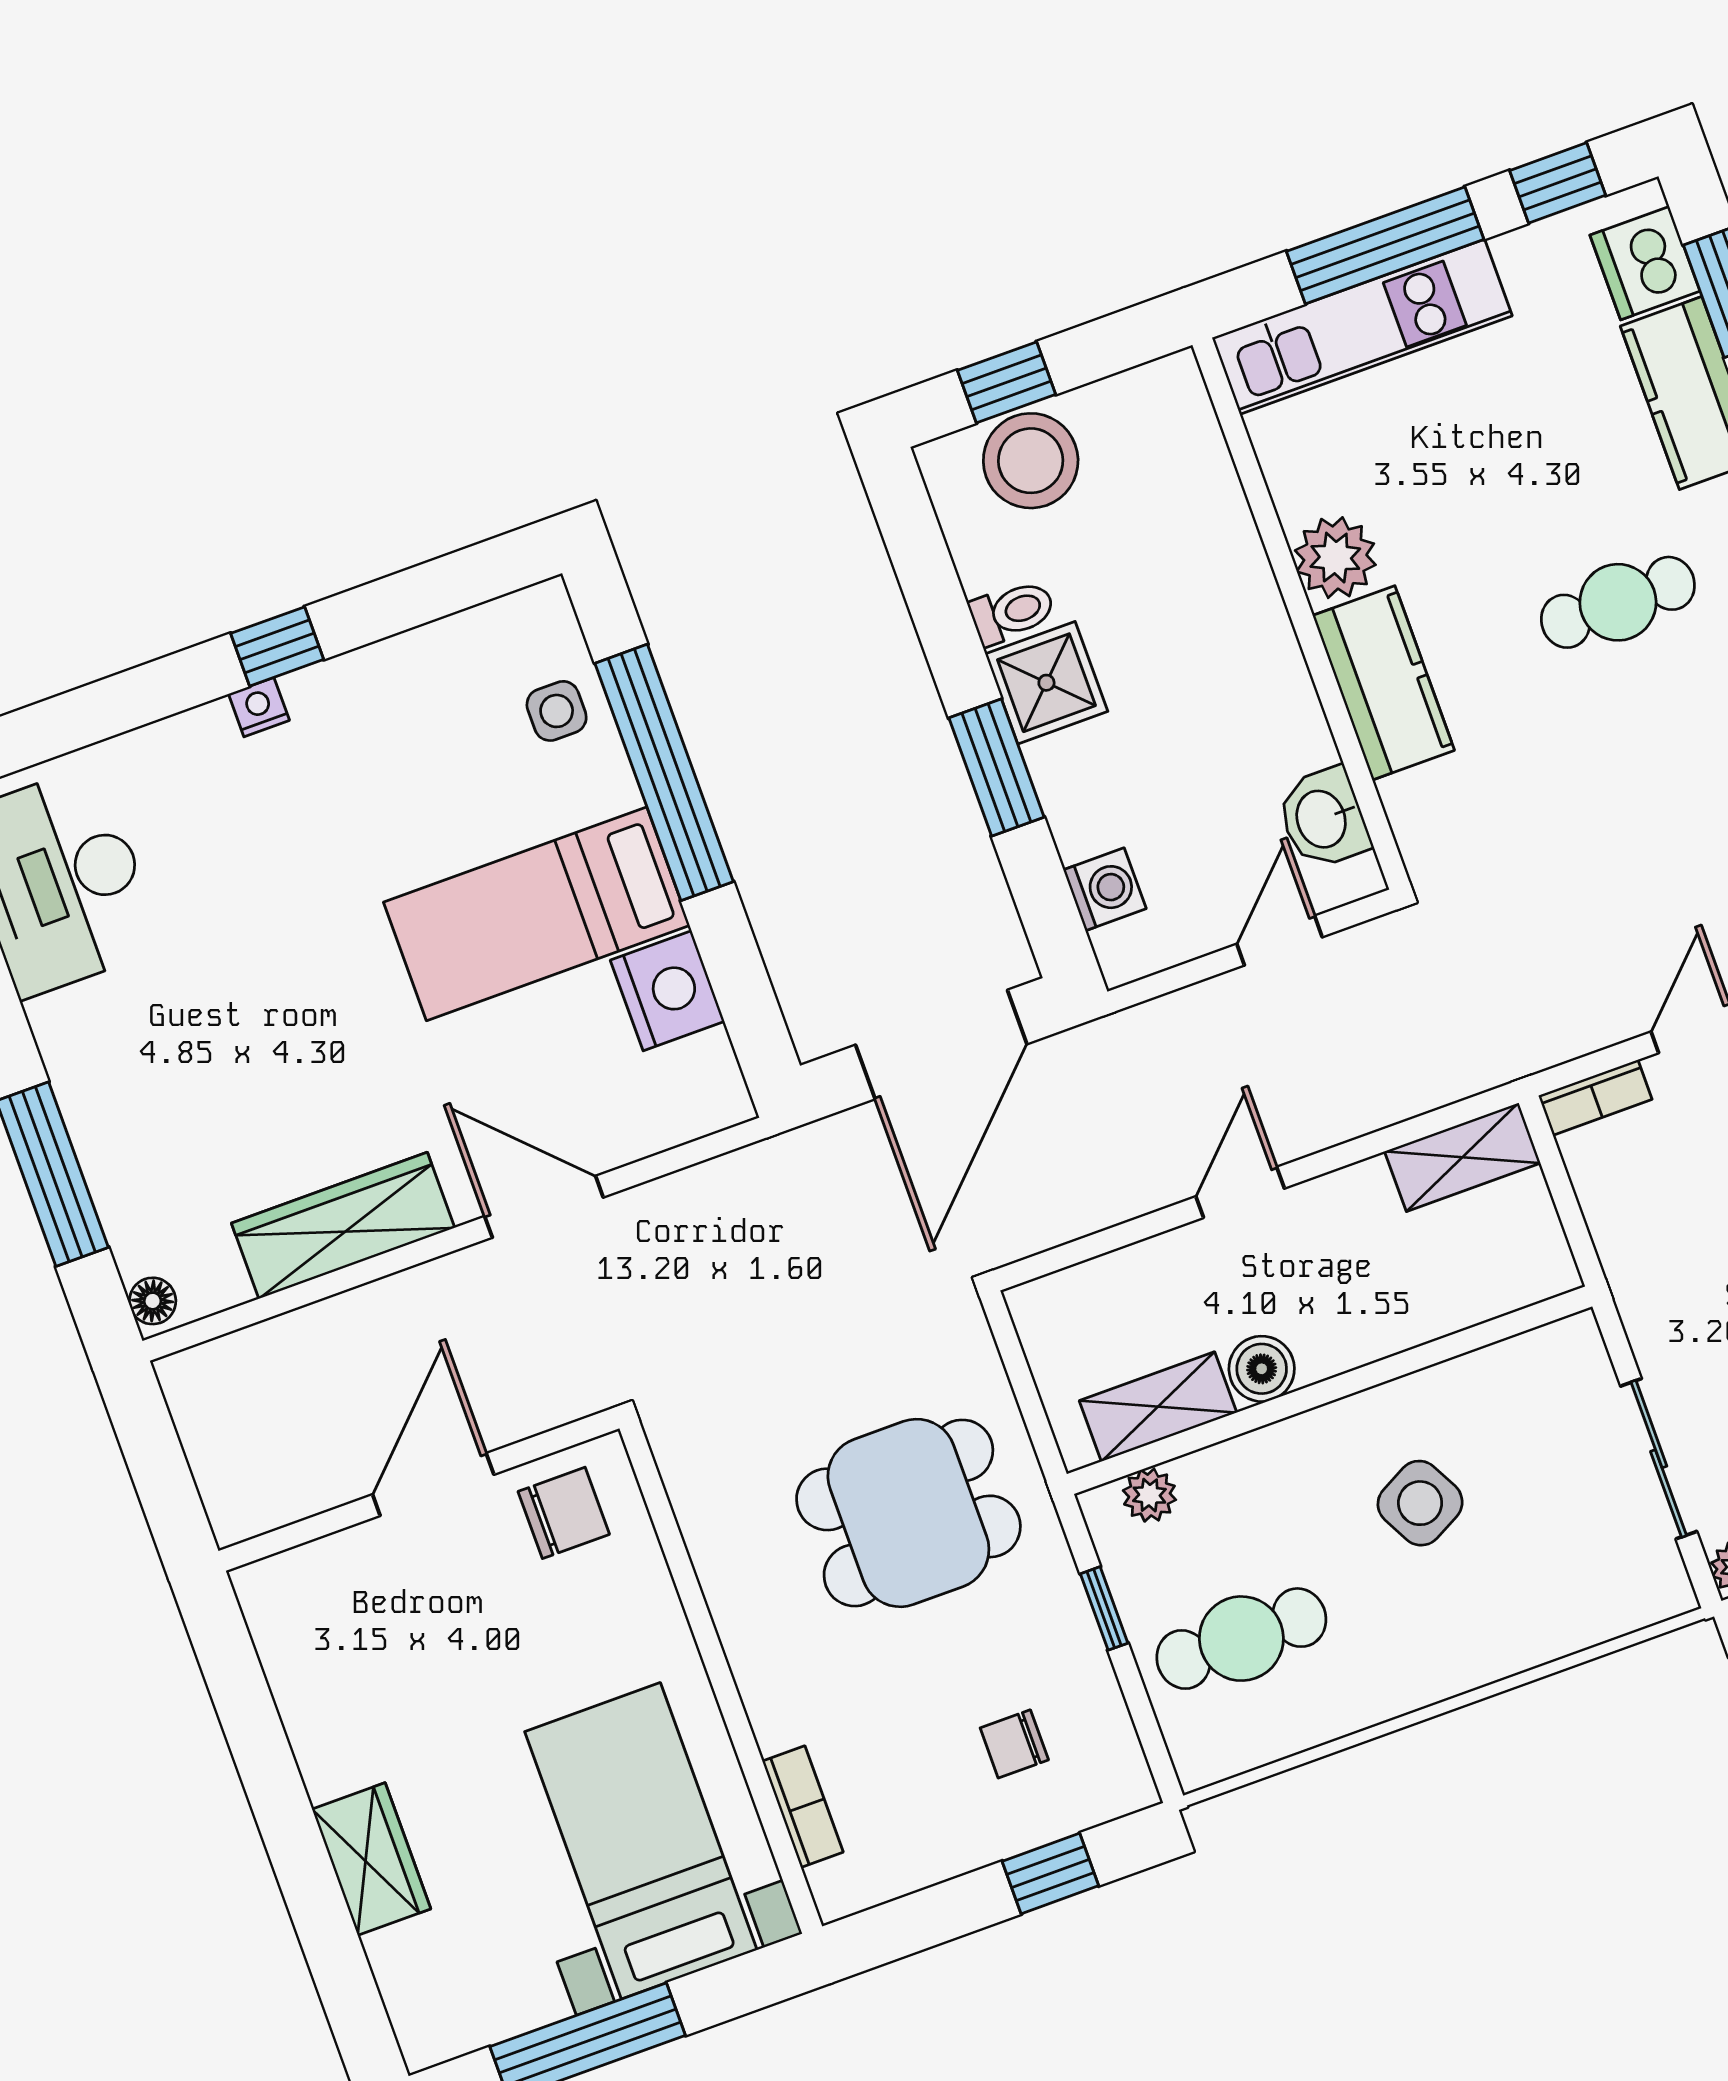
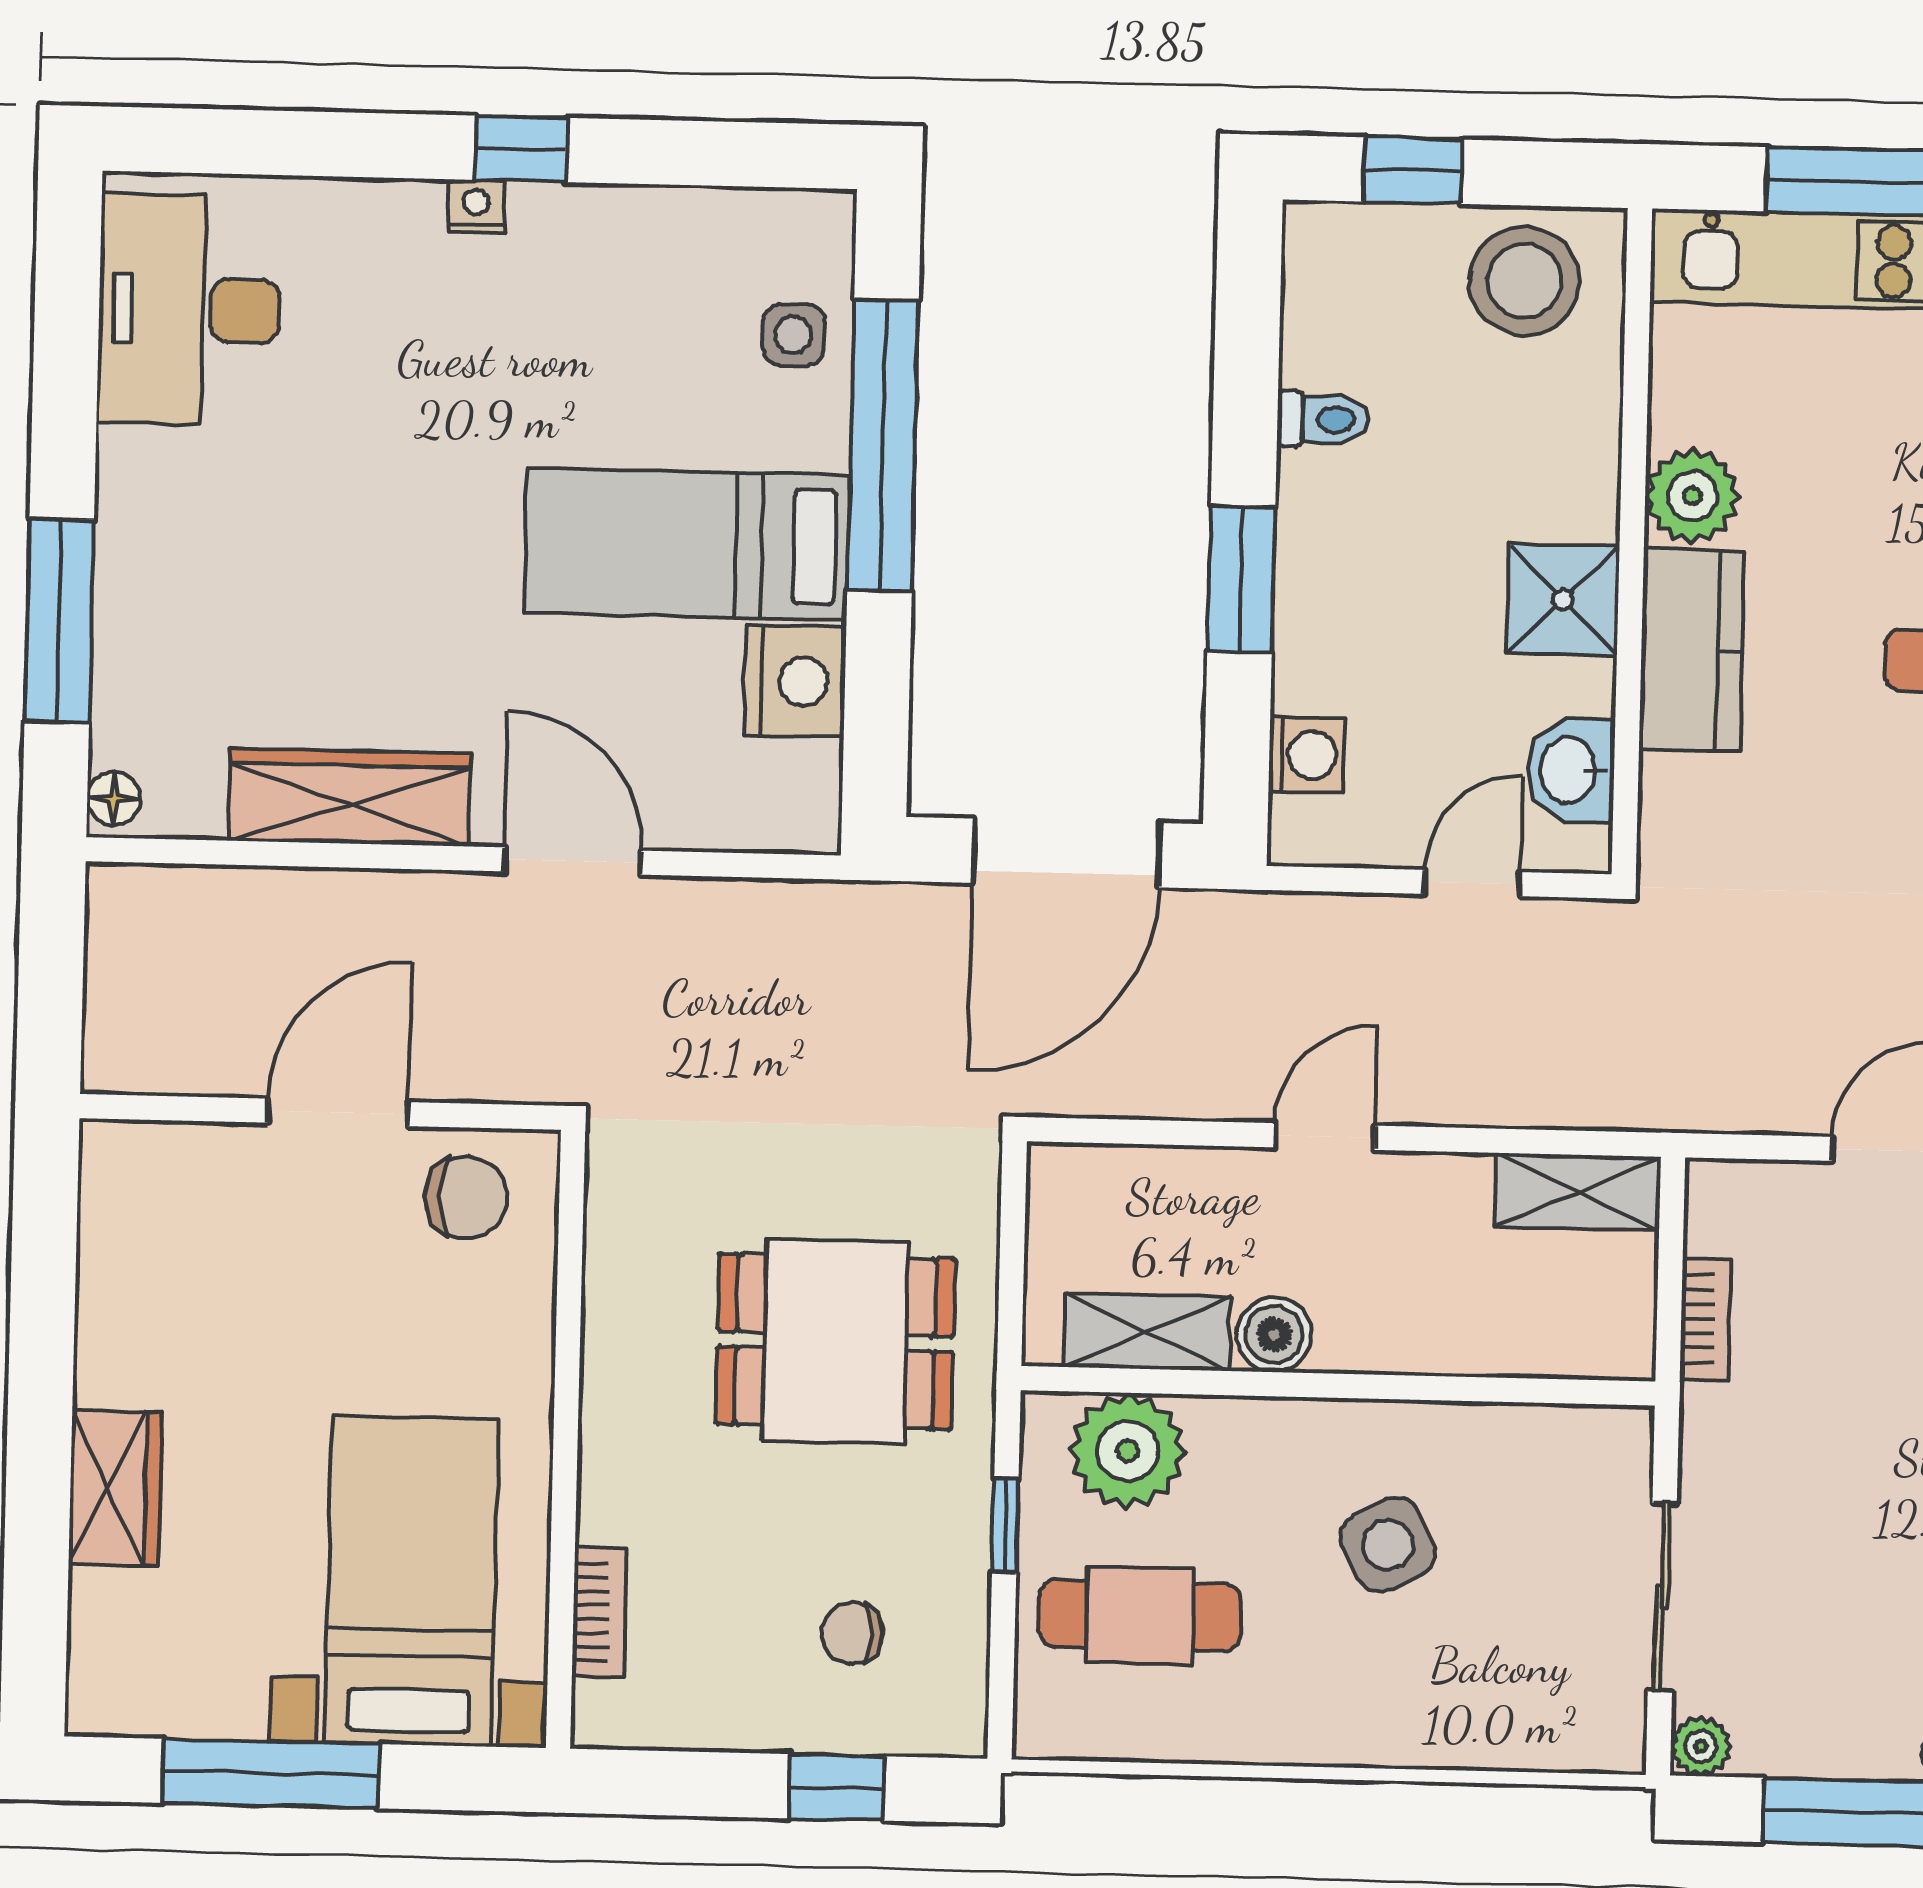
stool: (1031, 461) -> (1524, 281), moved
shower: (1046, 683) -> (1563, 600), moved
bookcase: (1595, 1097) -> (1705, 1319), moved, turned -90
plant: (1149, 1495) -> (1128, 1451), width x1.88, depth x1.88

